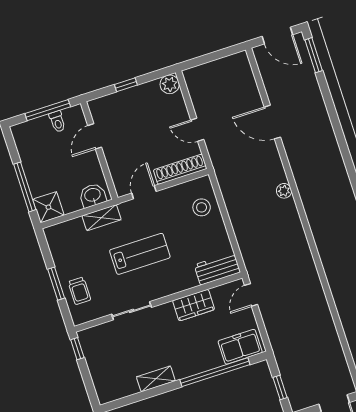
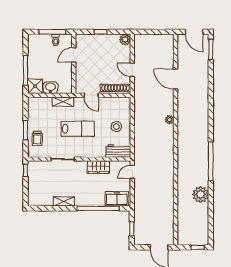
door: (144, 192) -> (91, 95), swing flipped
washbasin: (93, 195) -> (50, 88), moved
stool: (202, 207) -> (116, 127), moved

